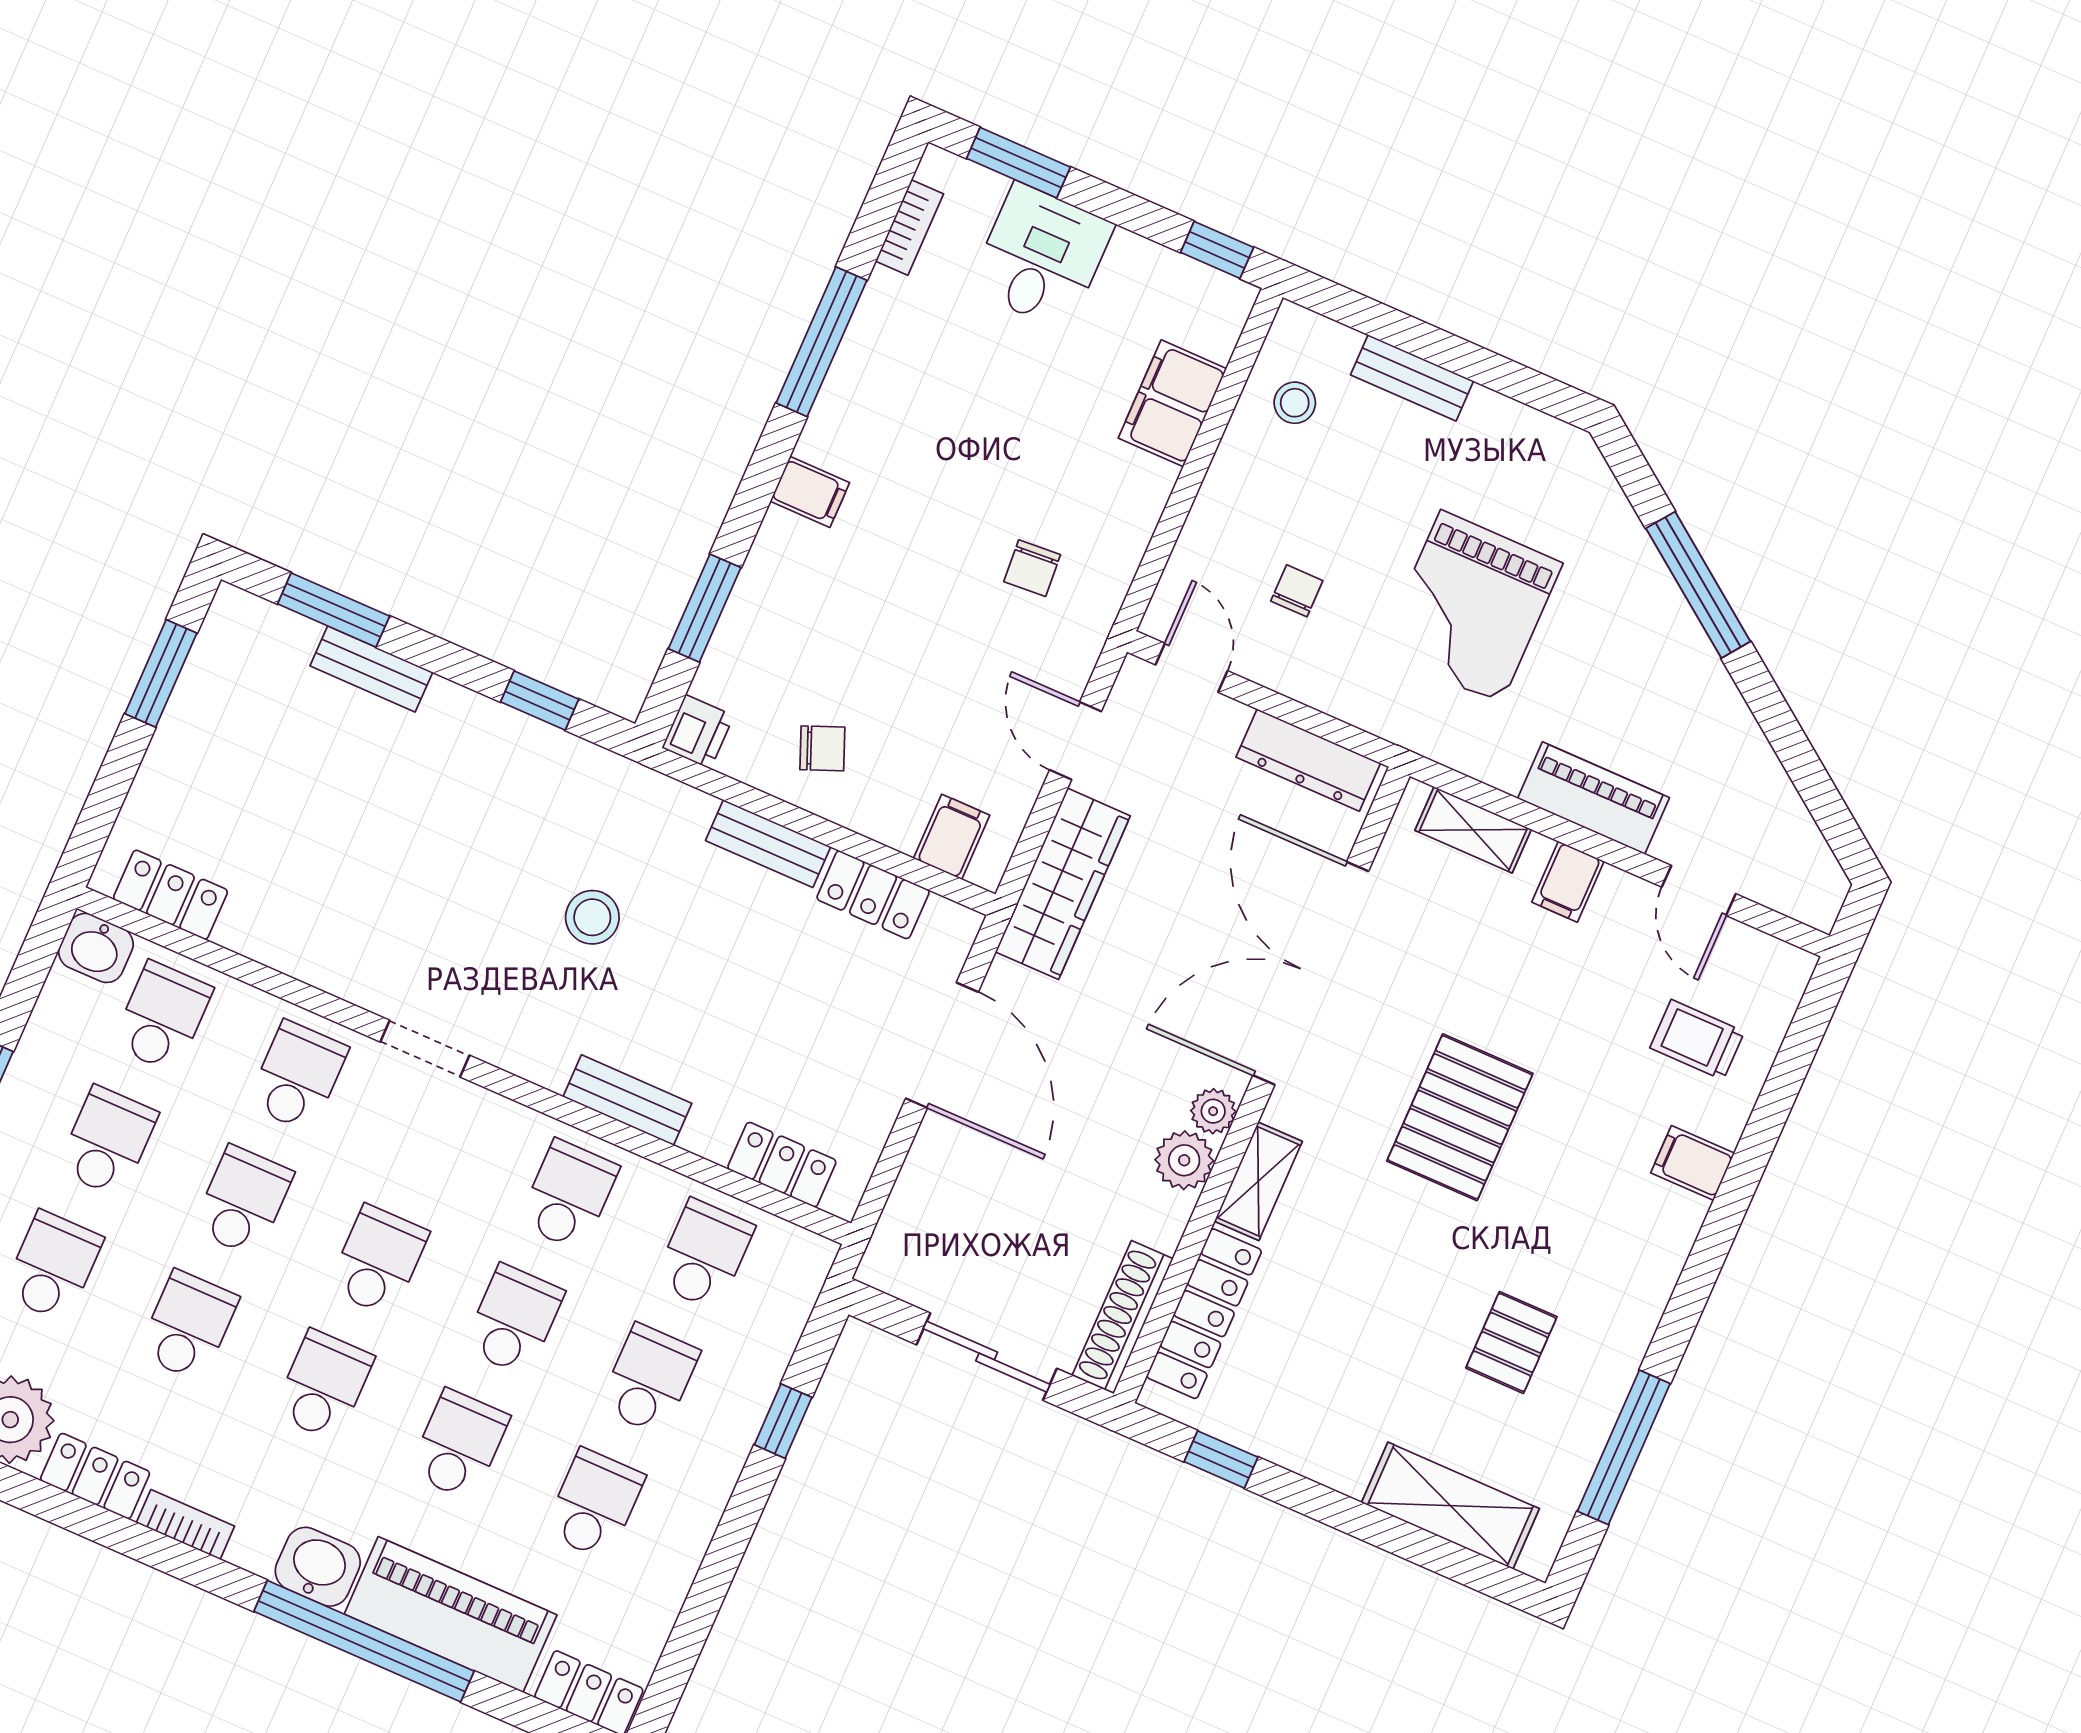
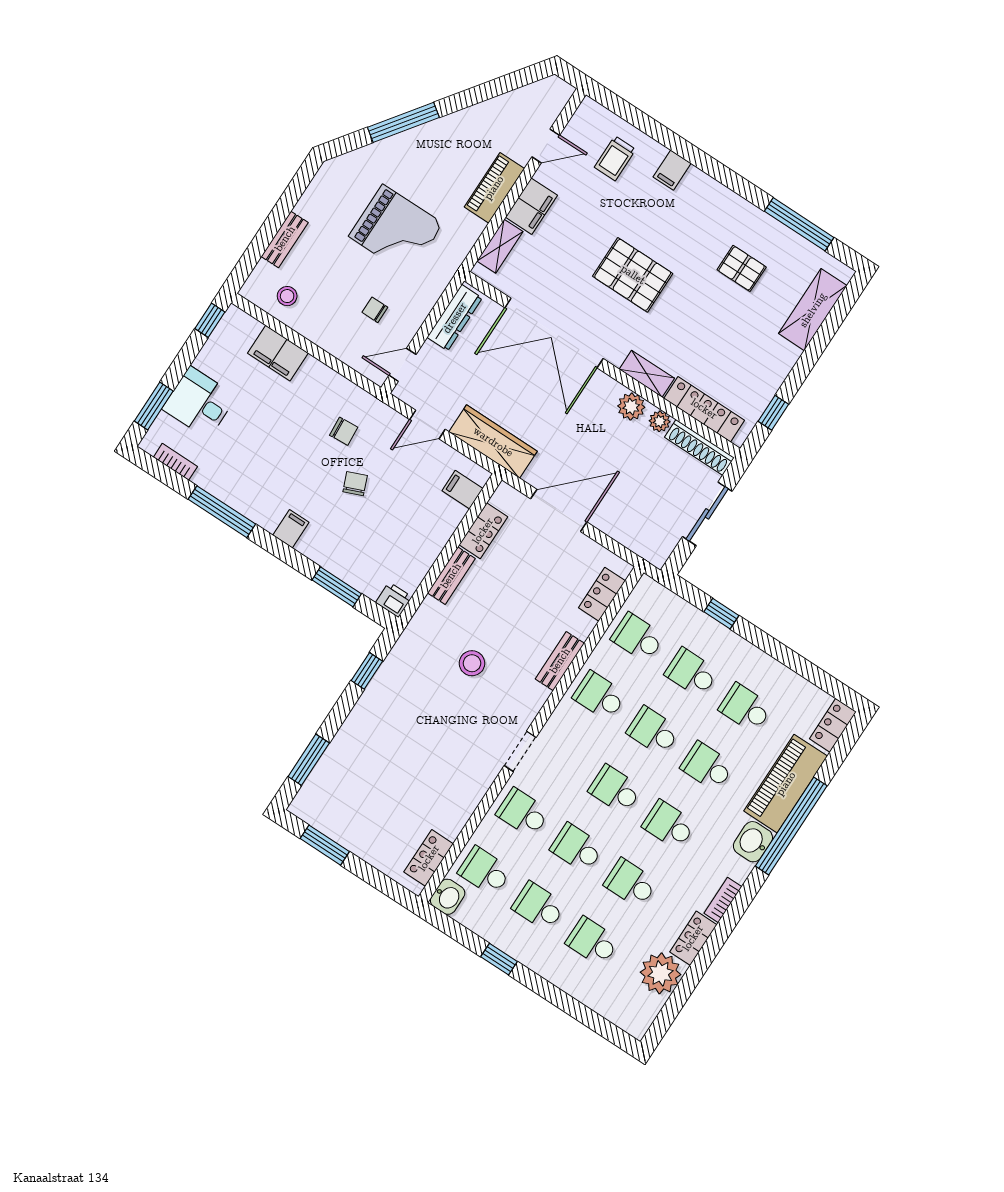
bench: (371, 669) -> (339, 747), removed
chair: (822, 748) -> (355, 484), moved
filing cabinet: (1568, 882) -> (531, 206), width x2.00
plant: (1213, 1111) -> (660, 421), moved

